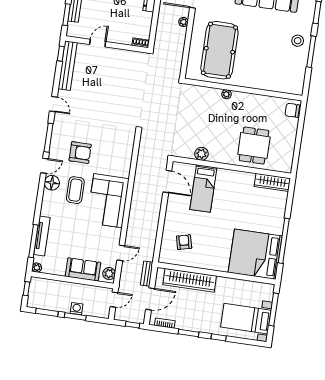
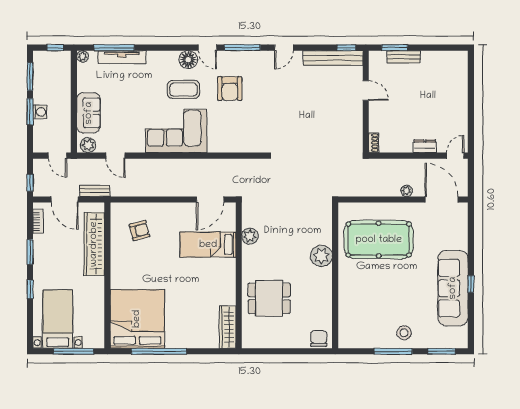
plant: (226, 94) -> (321, 256), width x1.88, depth x1.88

